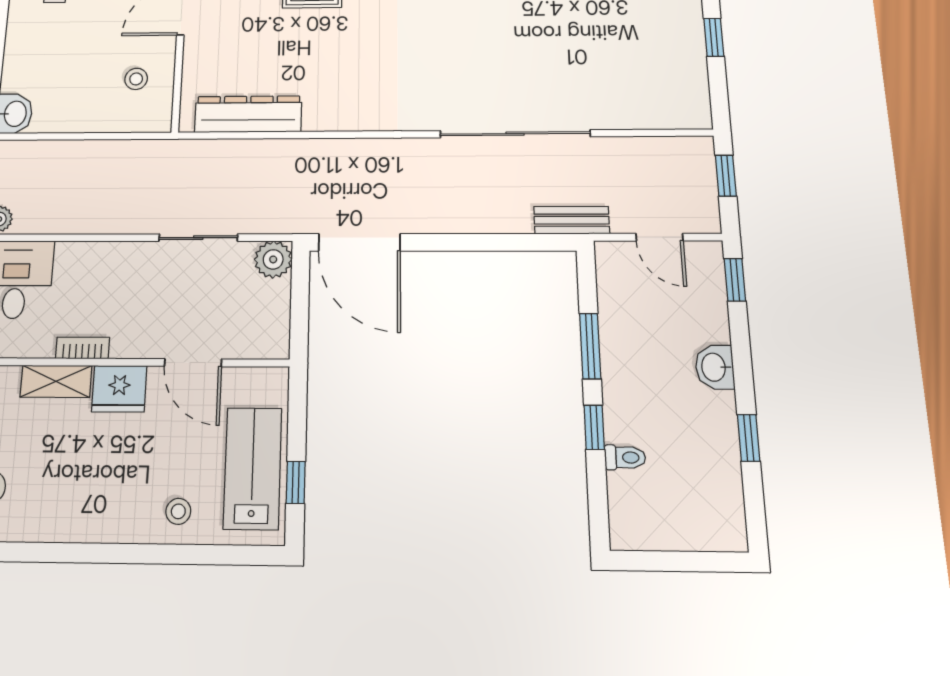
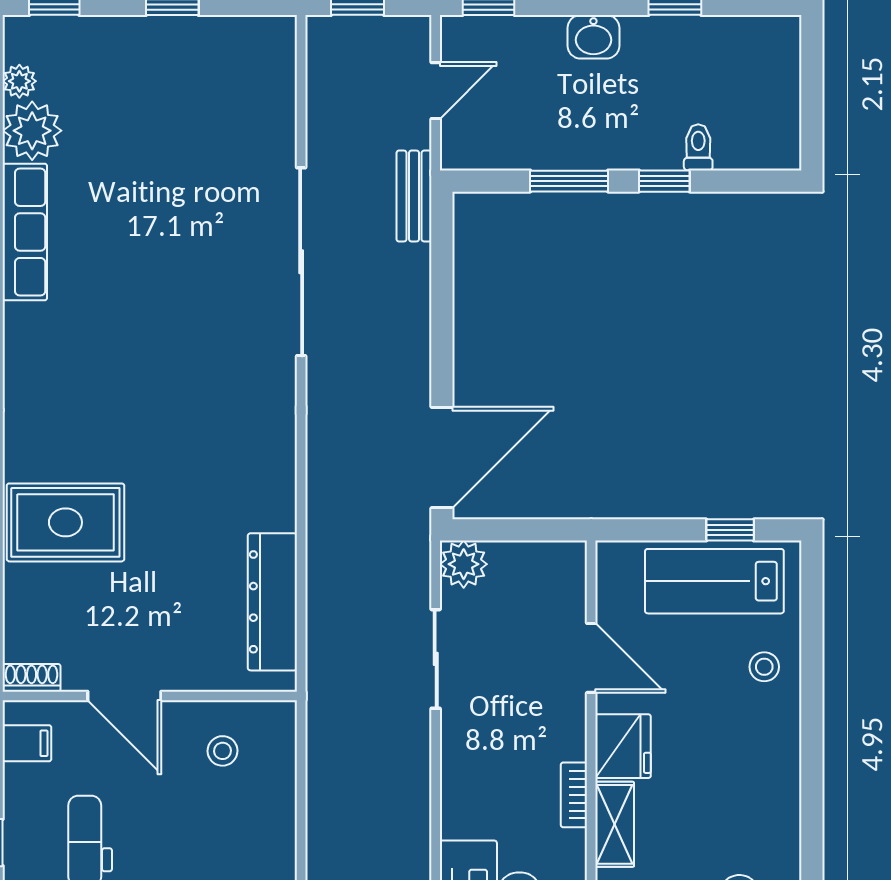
door: (193, 363) -> (591, 658), hinge flipped

